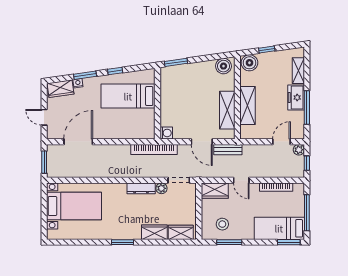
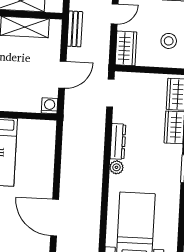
door: (202, 142) -> (62, 75), moved
bookcase: (154, 149) -> (70, 122), removed
plant: (161, 188) -> (116, 167), moved

